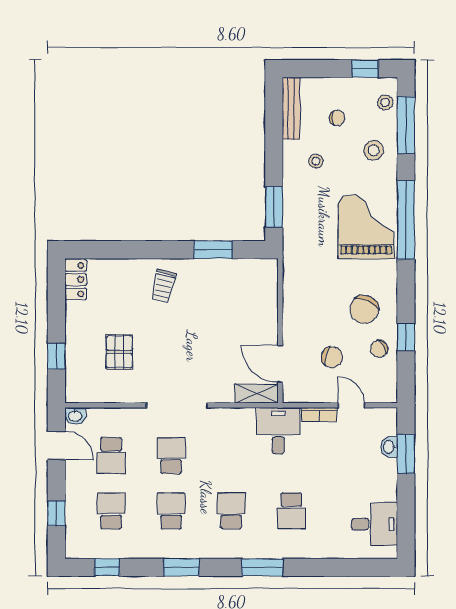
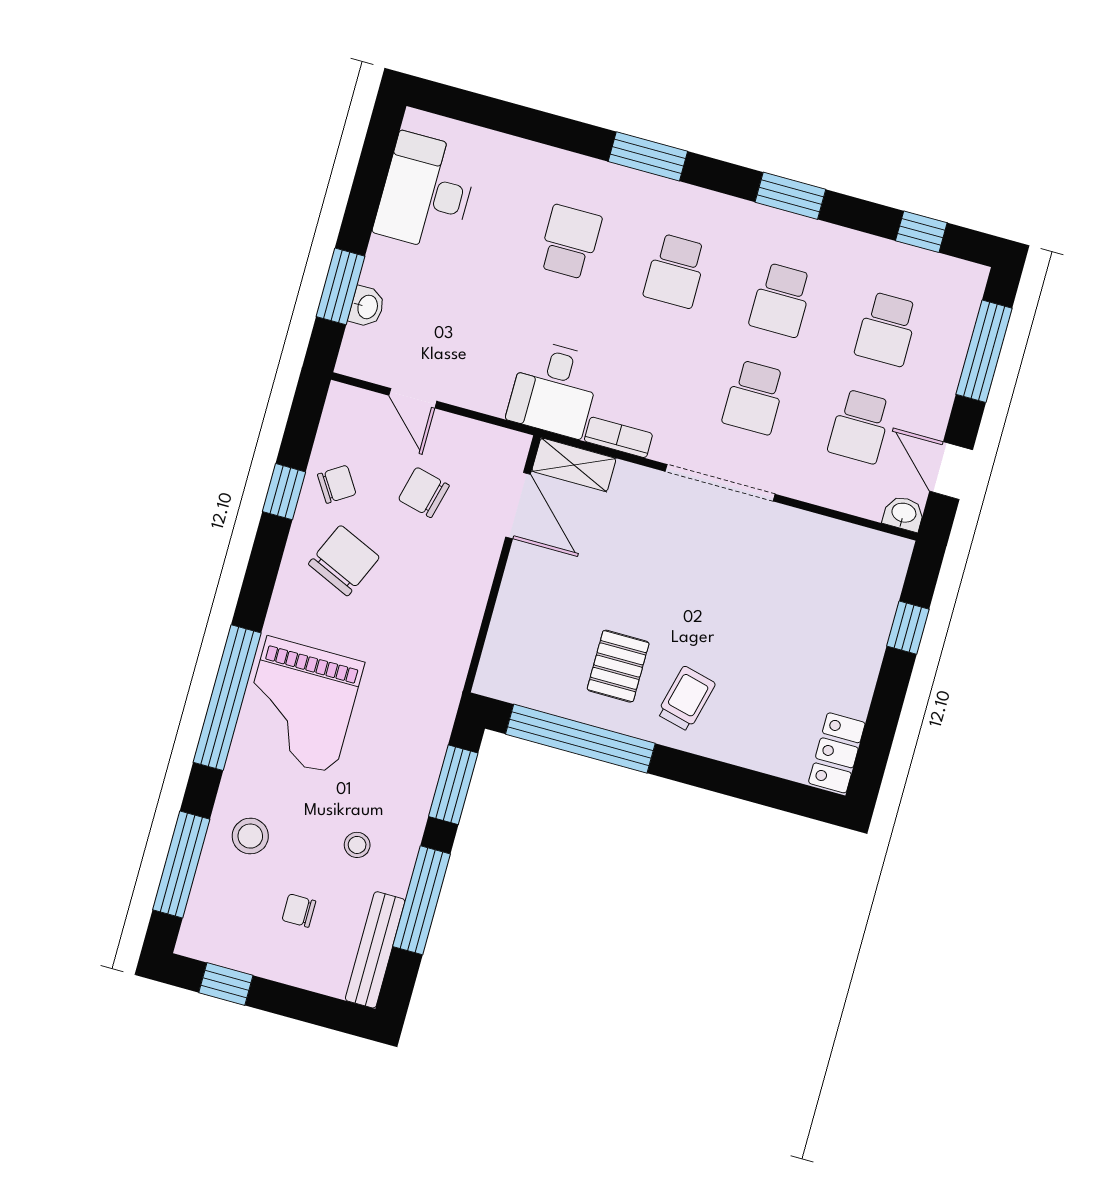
stool: (385, 102) -> (207, 915), removed
window: (274, 141) -> (421, 900), added
window: (213, 250) -> (580, 739), width x2.11
pallet: (119, 352) -> (618, 666), moved
bookcase: (319, 415) -> (618, 437), moved
school desk: (111, 455) -> (860, 426), turned 180
window: (56, 513) -> (984, 351), width x2.17
desk: (374, 524) -> (426, 192), width x1.37

